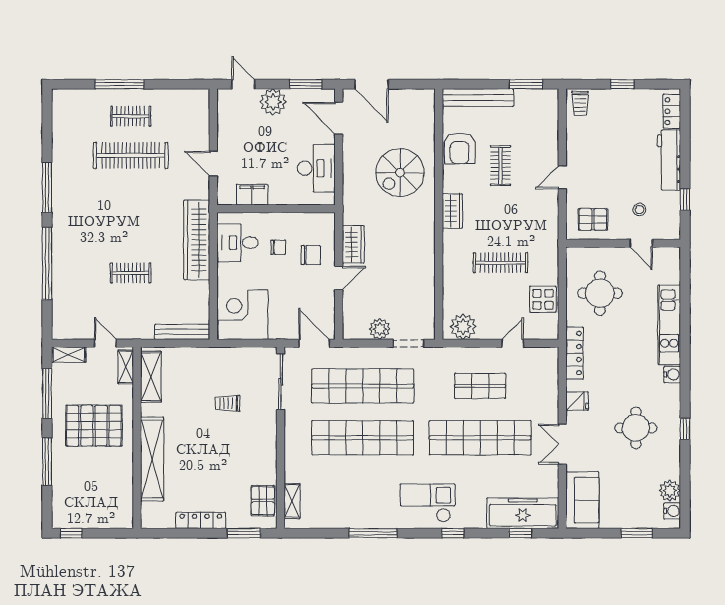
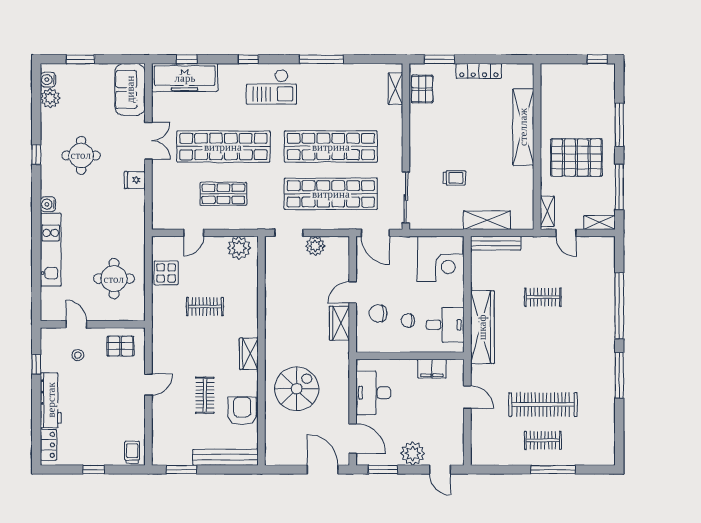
clothes rail: (500, 263) -> (205, 306), width x0.73
locker: (575, 353) -> (137, 224), removed
shelving: (151, 377) -> (487, 220), moved, turned 90

